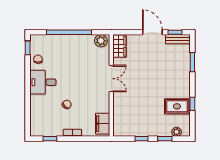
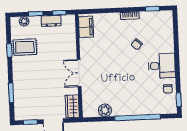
bench: (178, 39) -> (27, 115), removed
wardrobe: (119, 46) -> (72, 106), moved
double door: (111, 79) -> (79, 73), moved
wall: (111, 85) -> (79, 66), moved
filing cabinet: (103, 124) -> (86, 27), moved
dresser: (150, 131) -> (51, 21), added

